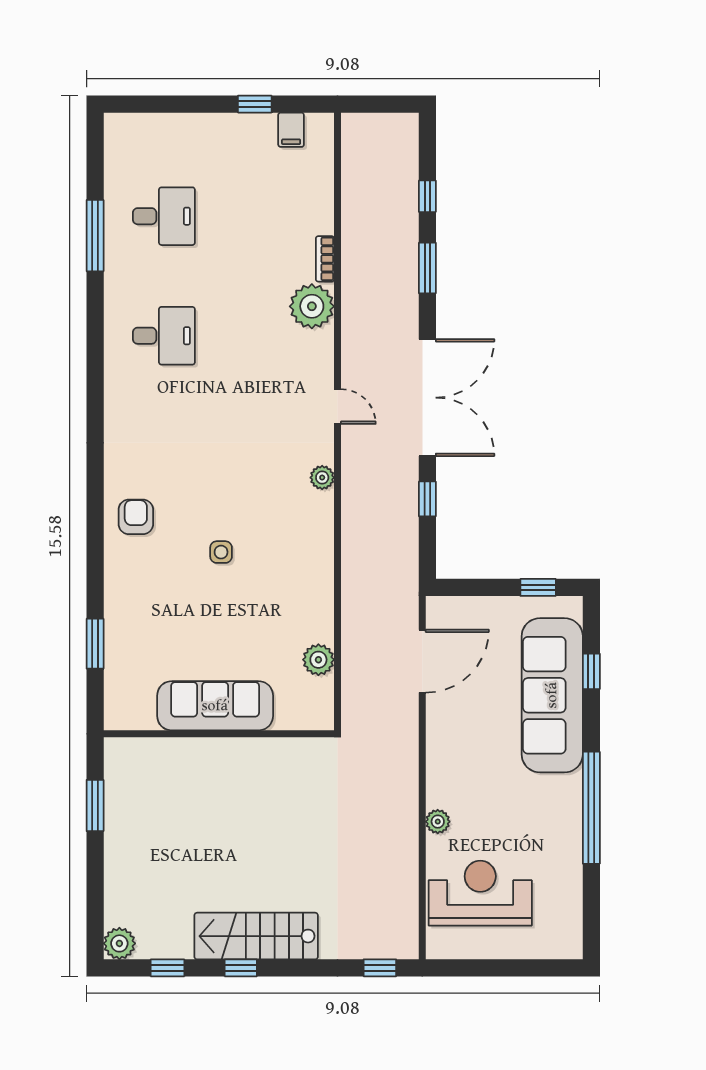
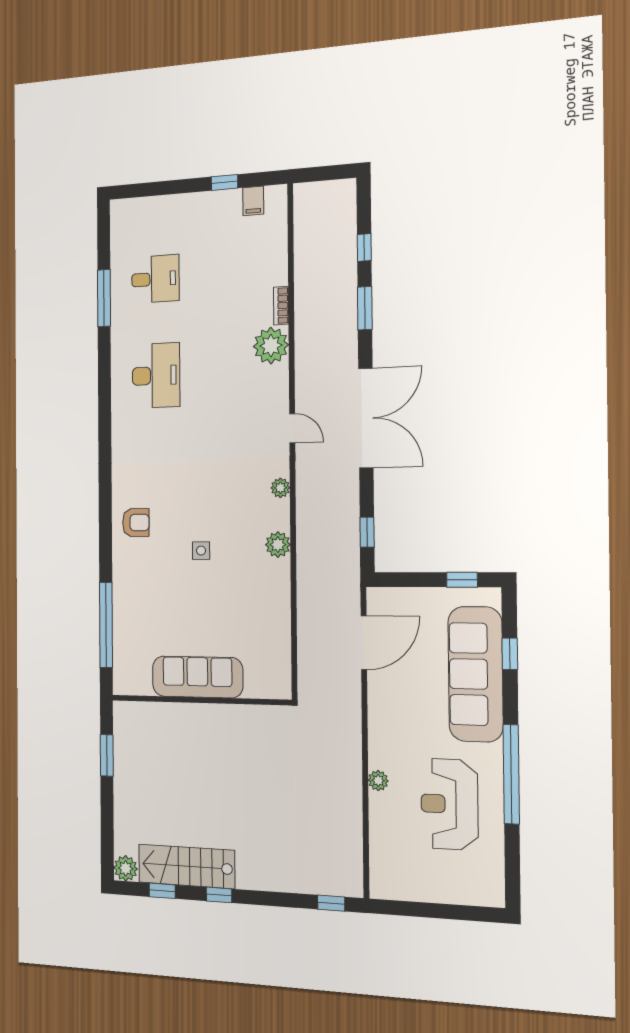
desk: (164, 336) -> (156, 375), width x1.37
window: (427, 499) -> (367, 532), moved
armchair: (136, 517) -> (136, 523), turned 90
window: (95, 644) -> (106, 625), width x2.11
plant: (318, 660) -> (278, 545), moved
reception desk: (480, 893) -> (449, 804), moved, turned -90
stairs: (256, 936) -> (187, 866), moved

